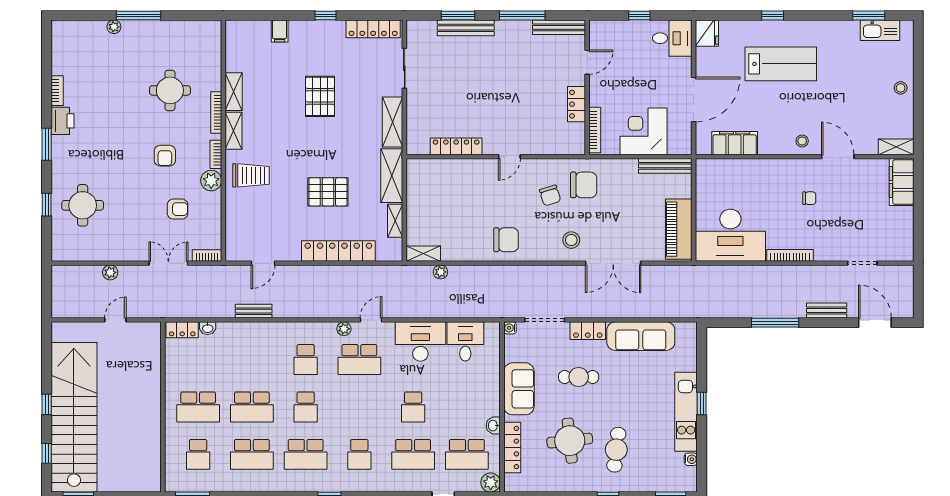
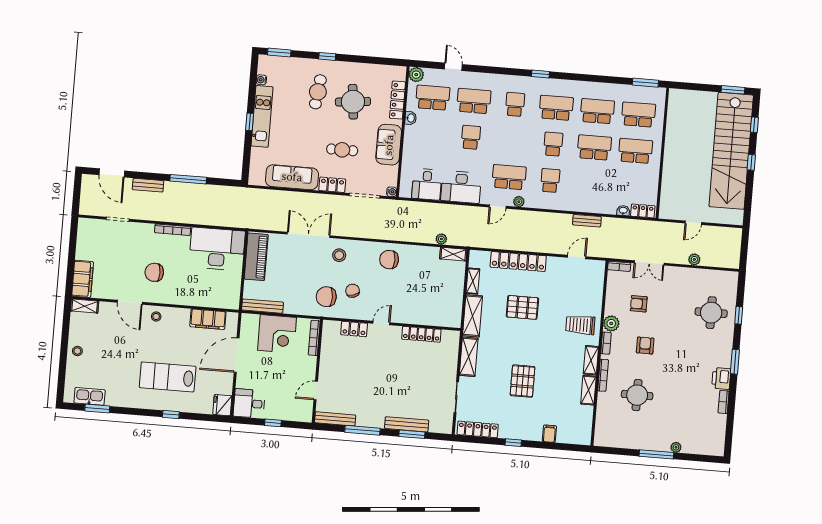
locker: (576, 104) -> (354, 329), moved, turned 90
chair: (809, 198) -> (154, 272), width x1.87, depth x1.87
school desk: (198, 454) -> (638, 115), width x1.85

